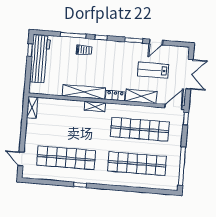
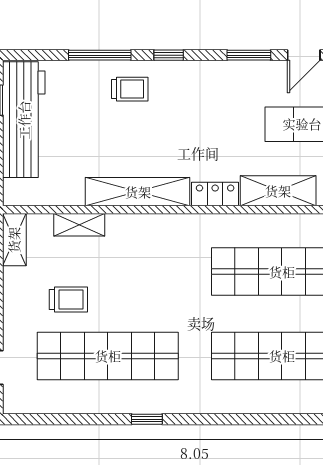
shelving: (95, 106) -> (79, 225), moved
trolley: (52, 134) -> (68, 299), added

